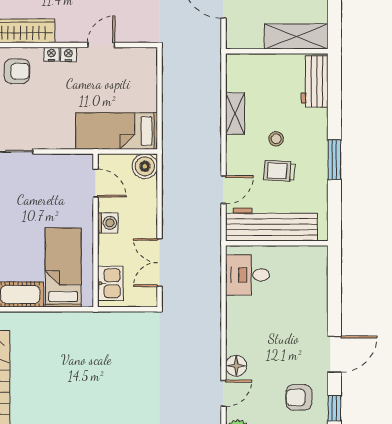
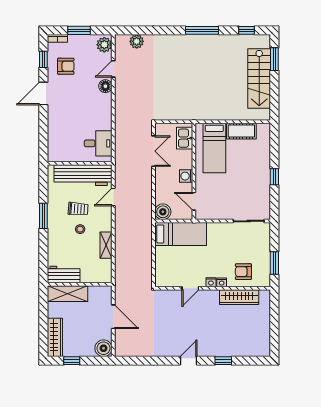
workbench: (315, 81) -> (64, 274), moved, turned -90

